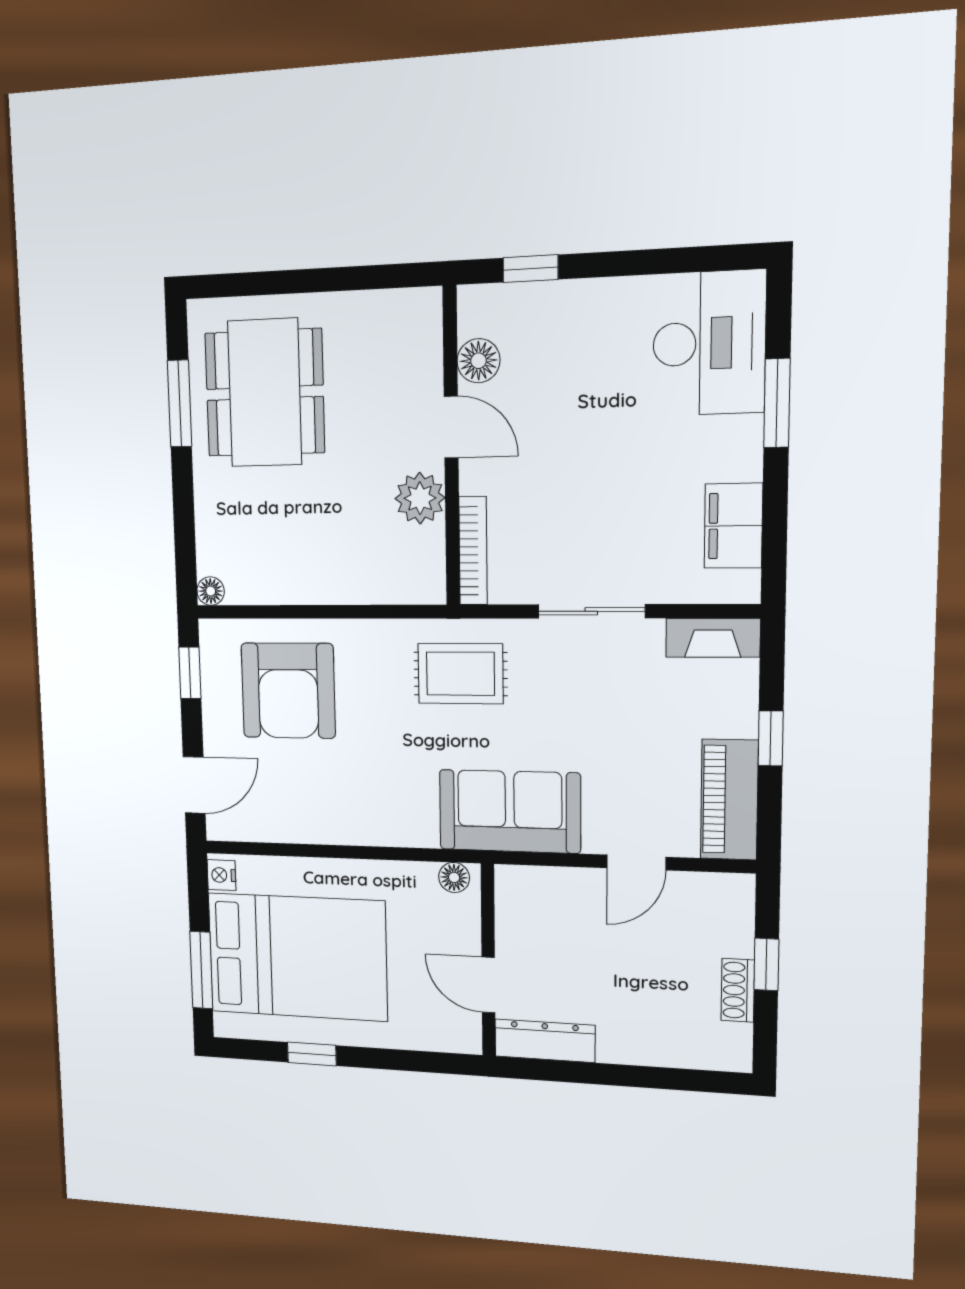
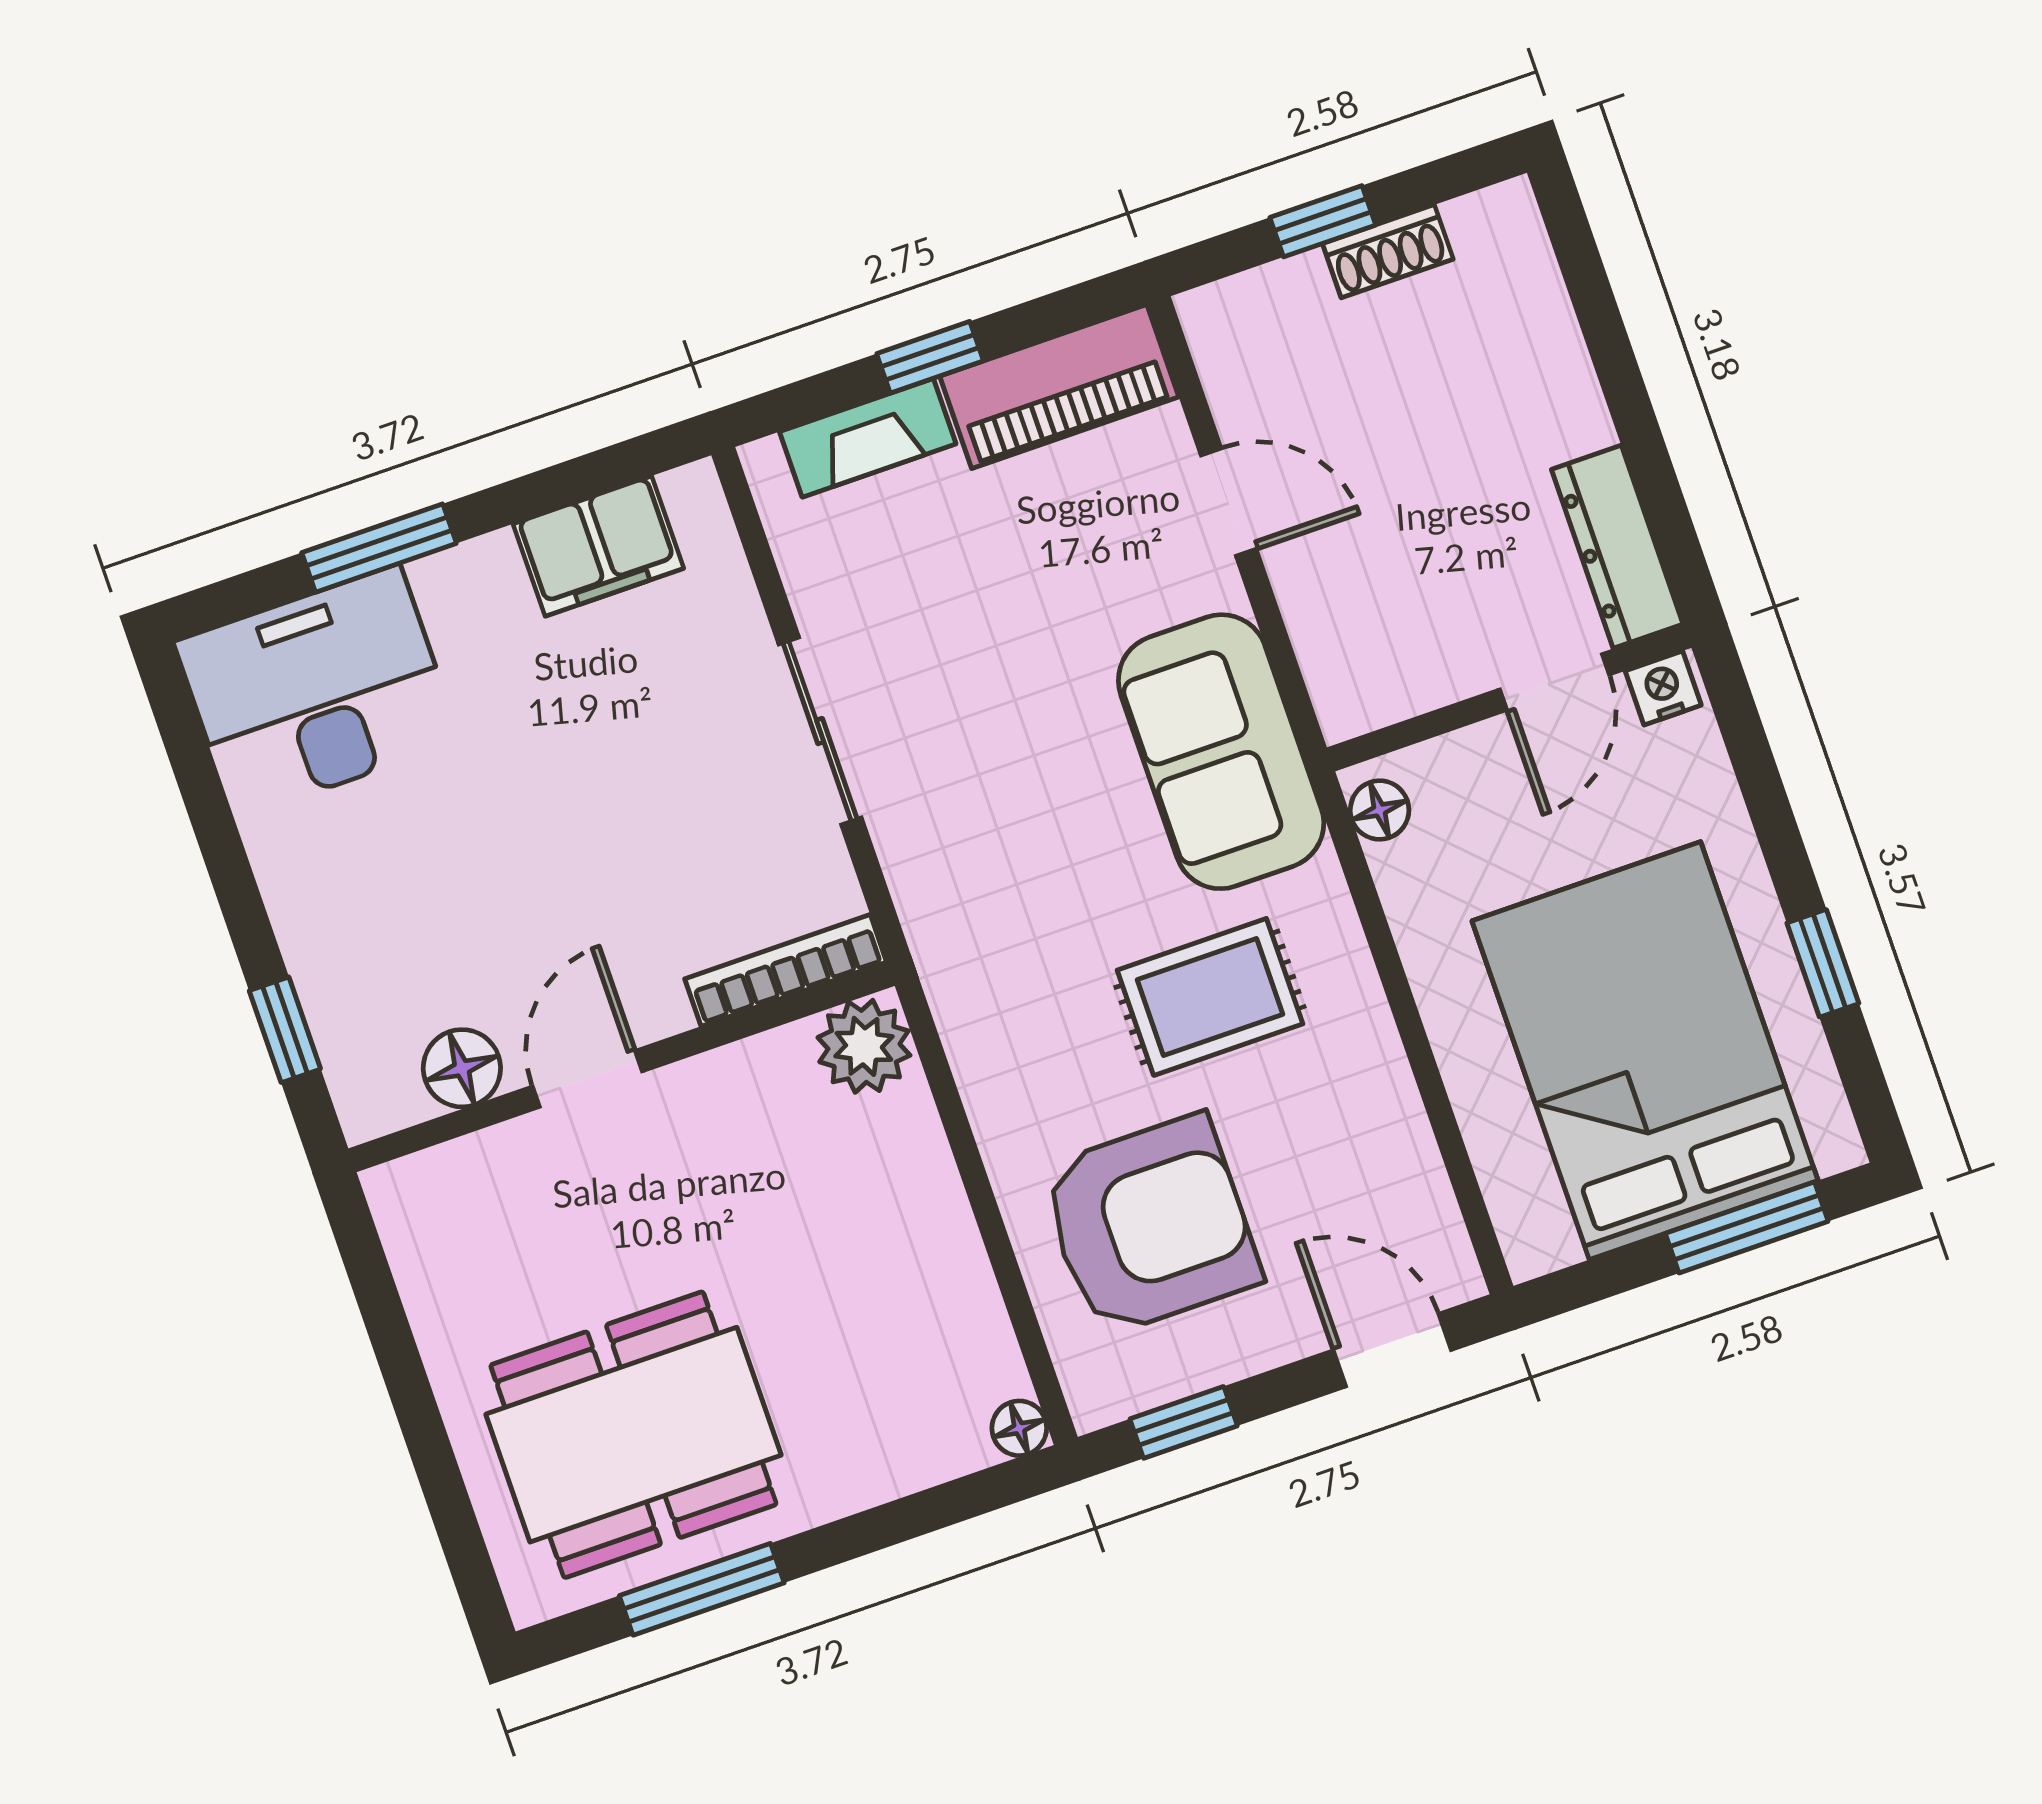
plant: (420, 498) -> (864, 1046), moved
fireplace: (713, 638) -> (868, 438), moved, turned 90
rug: (460, 674) -> (1210, 997), moved, turned 90
nightstand: (221, 875) -> (1663, 688), moved, turned 180

